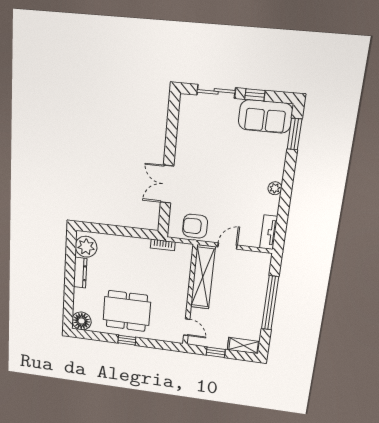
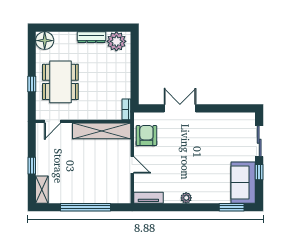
shelving: (203, 277) -> (102, 131), moved
wall: (190, 295) -> (83, 121), moved
door: (187, 327) -> (52, 121), moved

